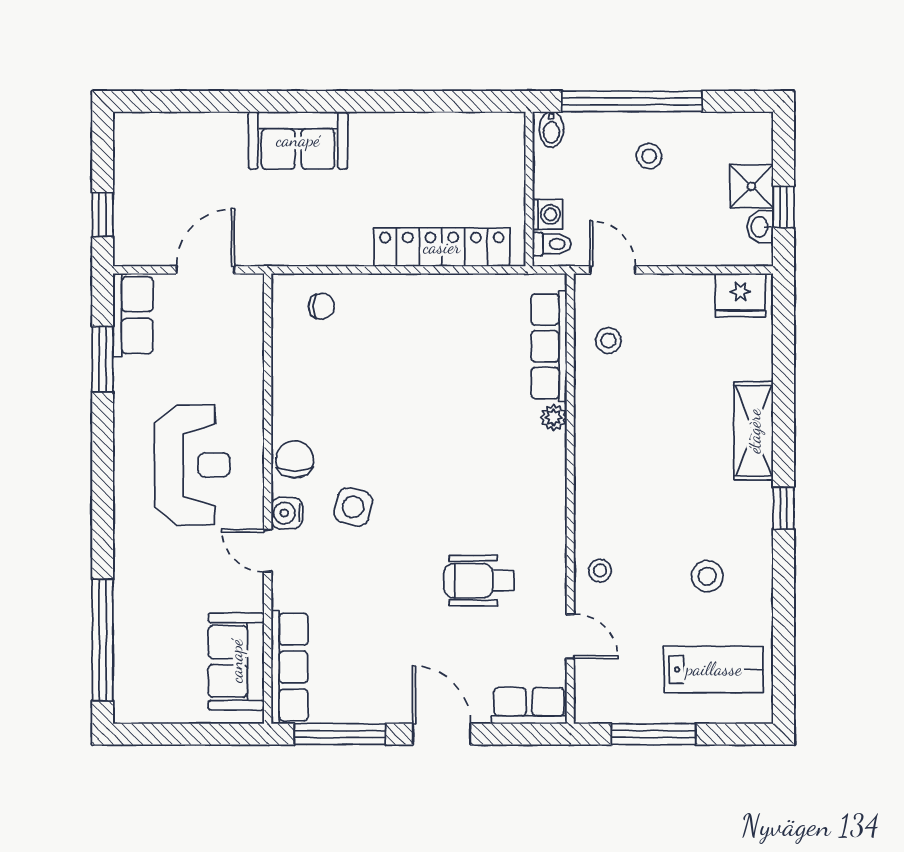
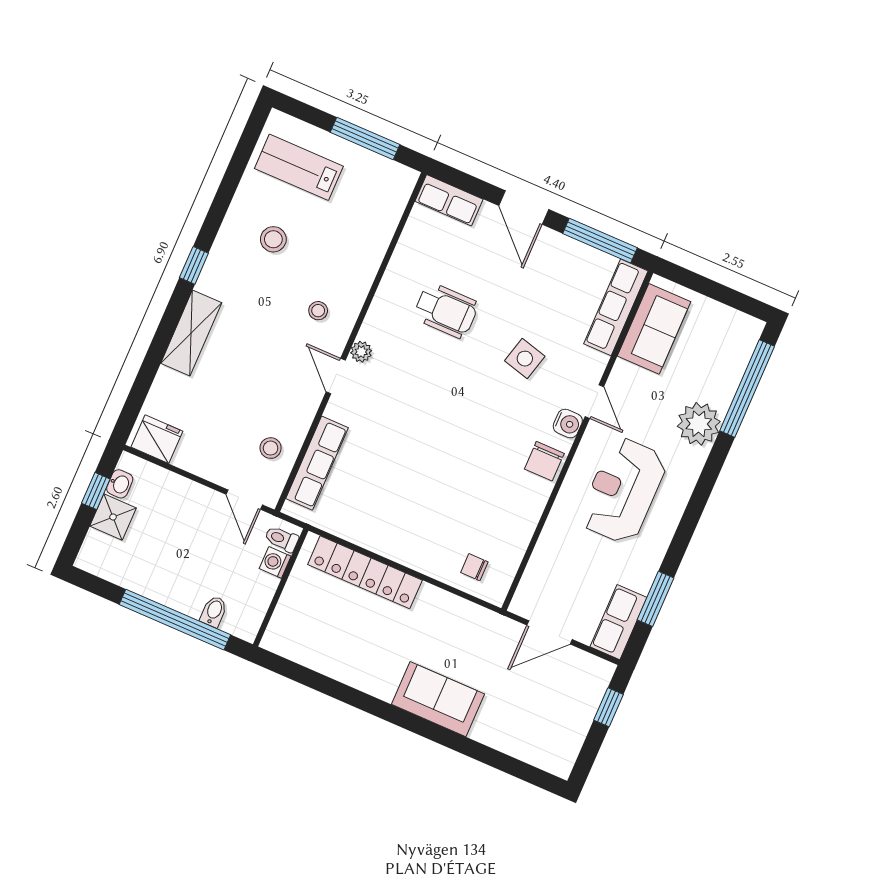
bidet: (551, 129) -> (214, 611), moved
stool: (649, 156) -> (180, 573), removed
plant: (554, 417) -> (361, 352), moved
side table: (353, 507) -> (525, 359), moved
stool: (600, 571) -> (318, 311), moved
plant: (140, 577) -> (699, 424), added
door: (570, 636) -> (336, 376), moved

